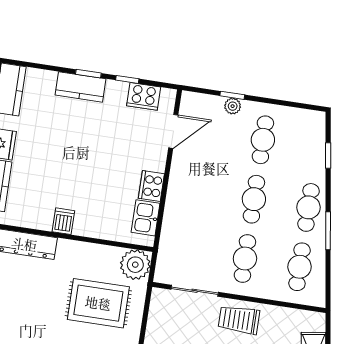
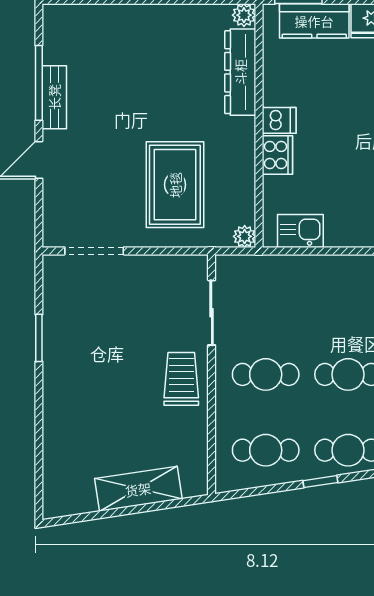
cooker: (151, 186) -> (277, 155), moved, turned 90
window: (328, 231) -> (320, 482), width x0.67
plant: (135, 265) -> (245, 236), width x0.53, depth x0.53

